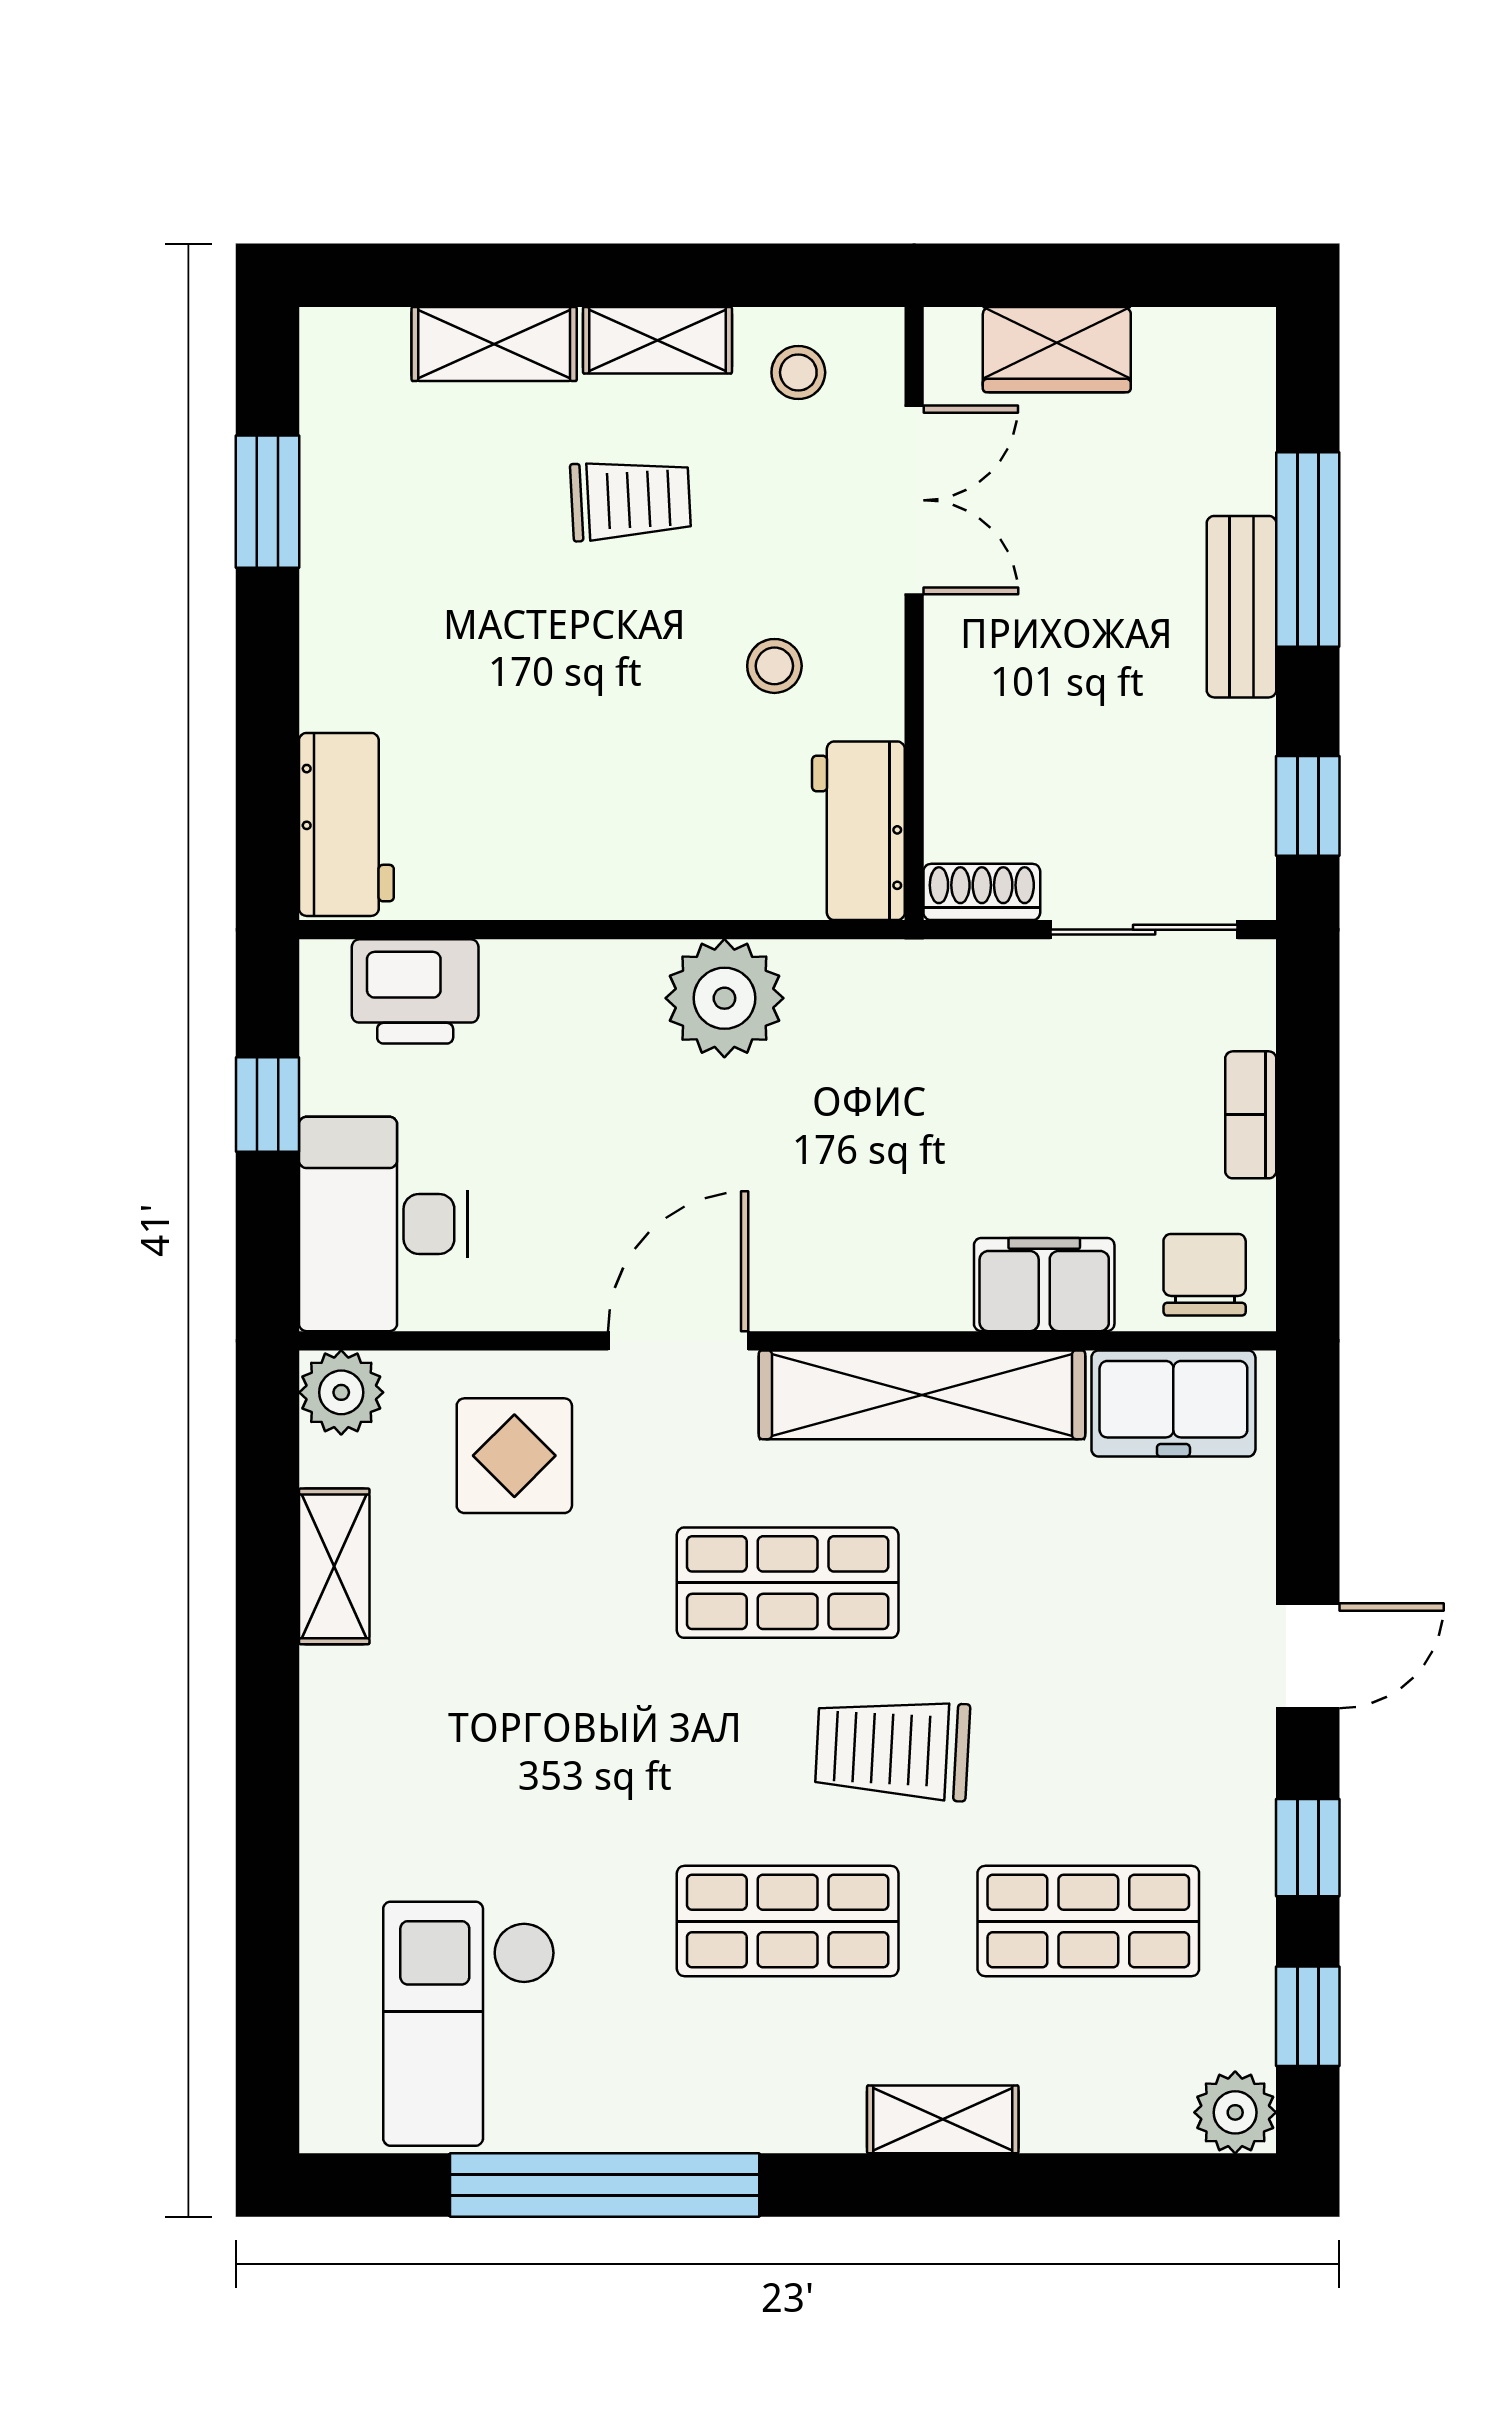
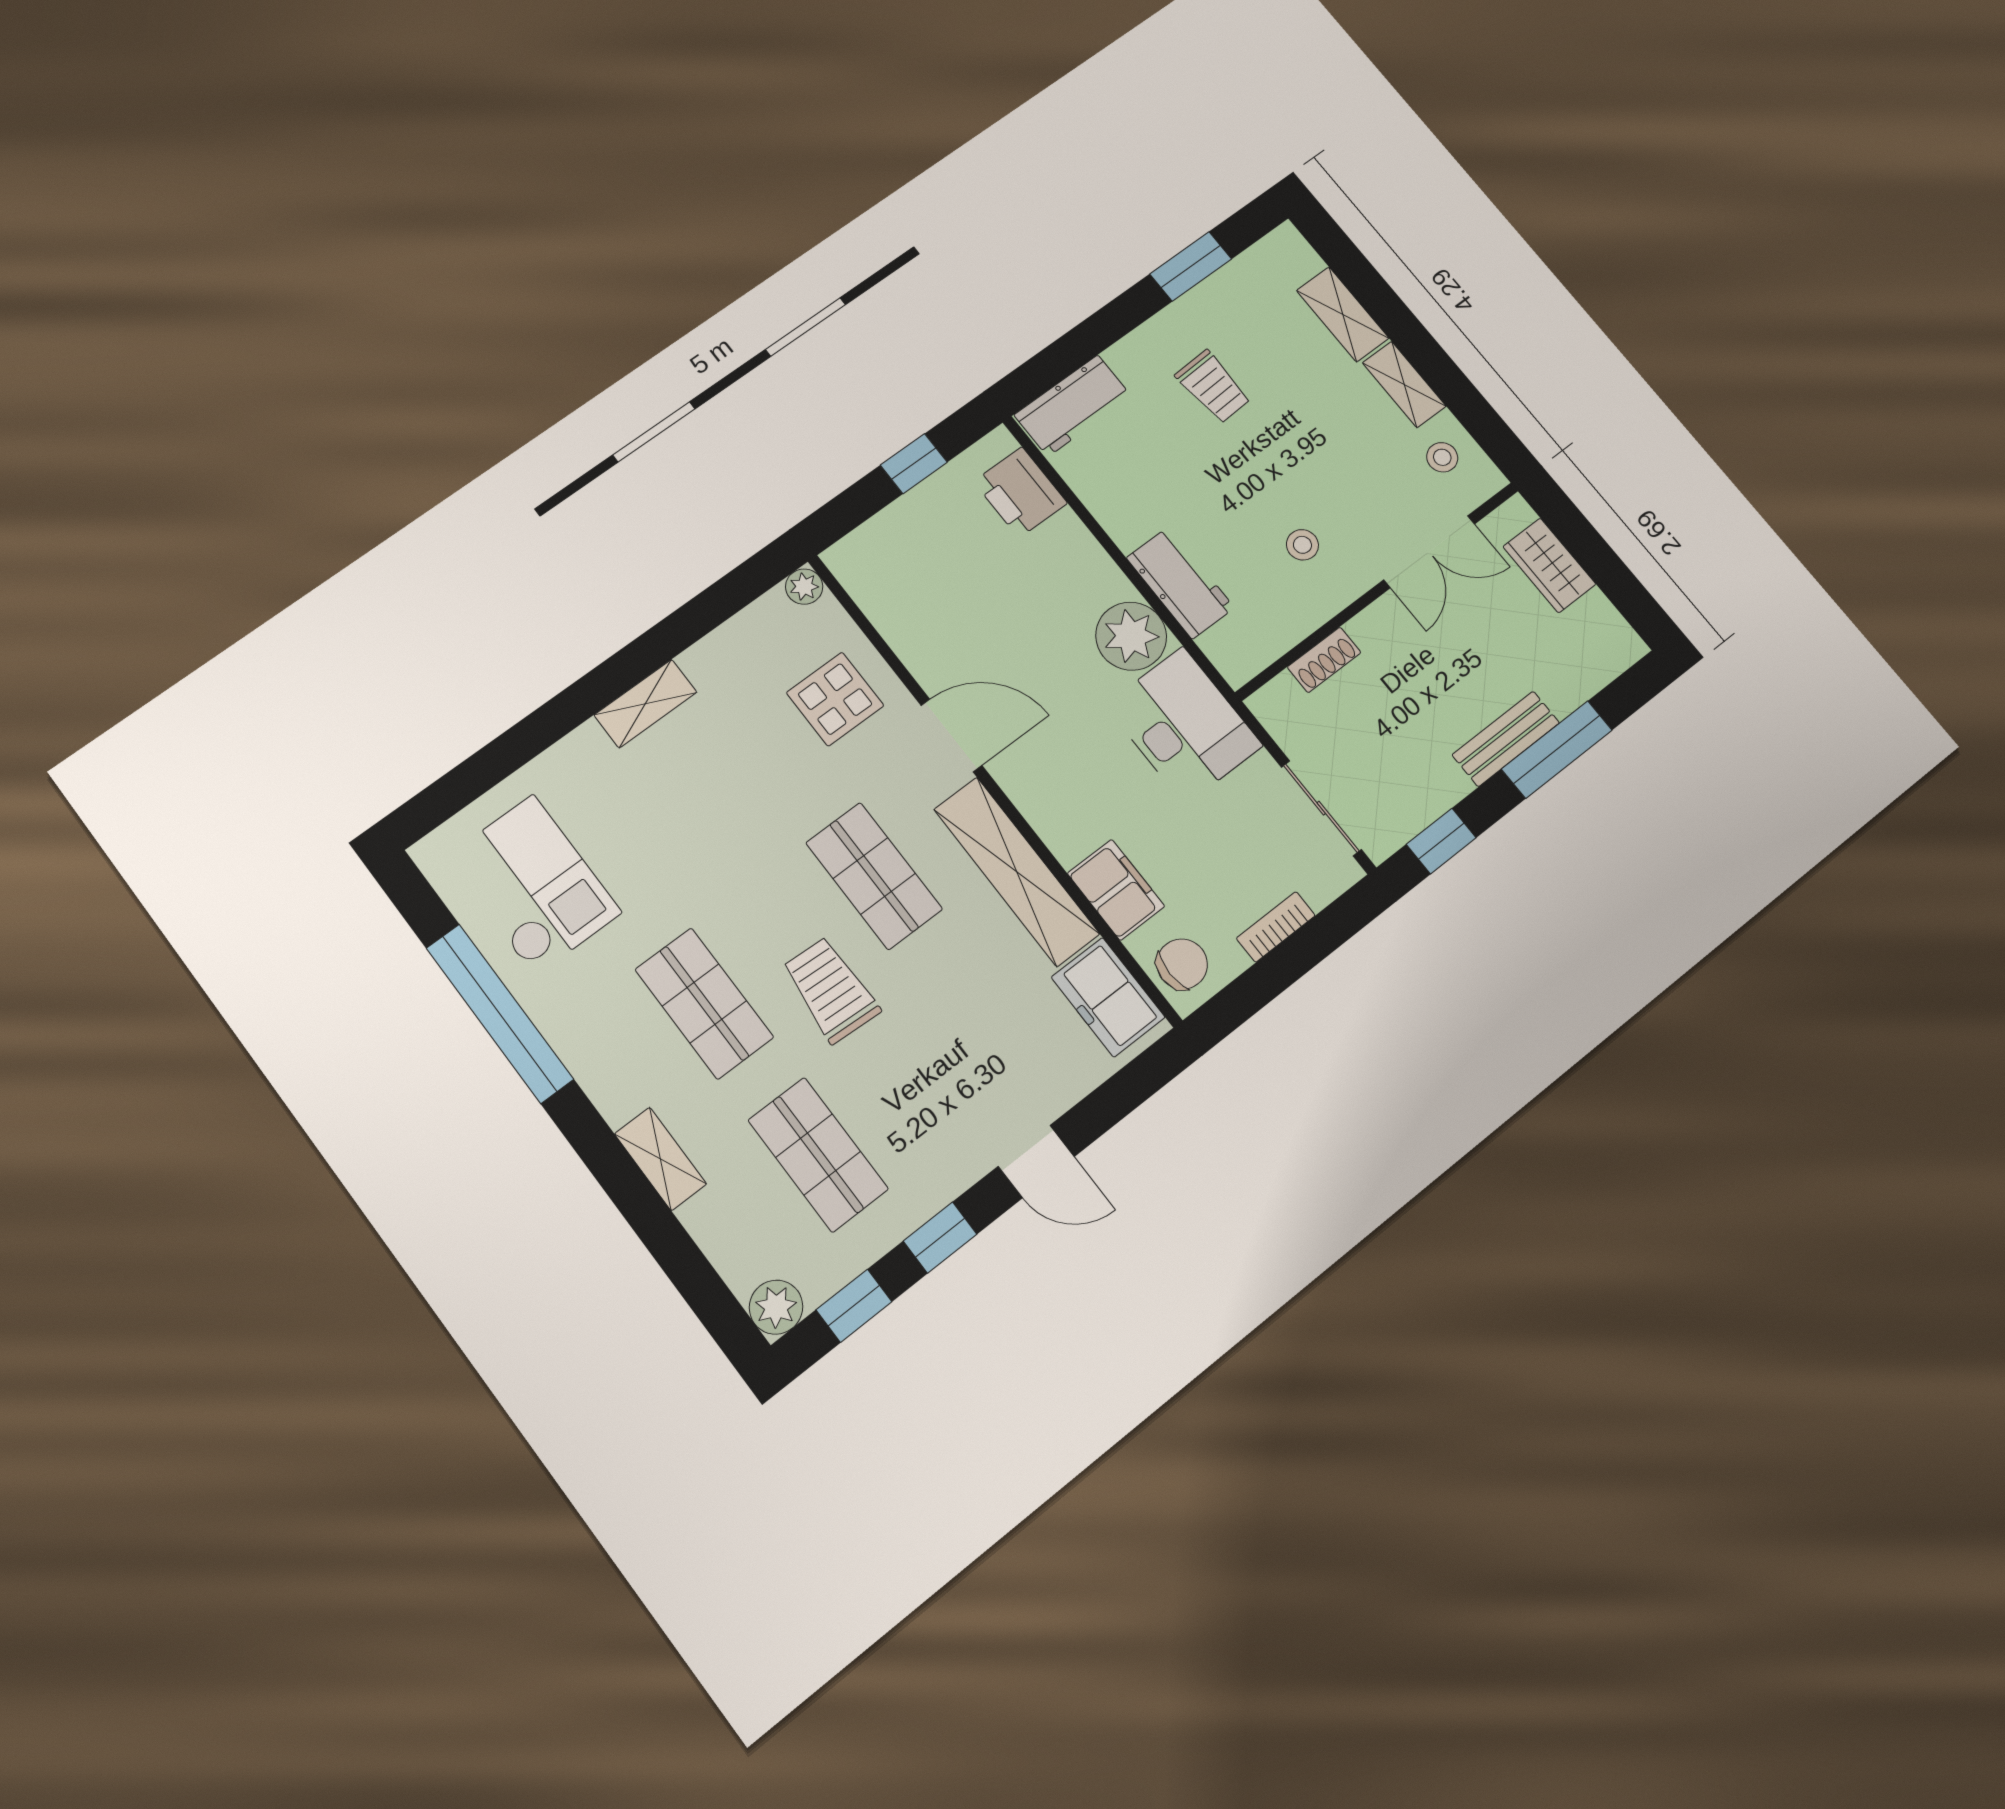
trolley: (631, 500) -> (1213, 387), moved
workbench: (858, 831) -> (1180, 583), moved, turned 90
shoe rack: (982, 892) -> (1324, 660), moved, turned 90
desk: (383, 1224) -> (1184, 725), moved, turned 90
plant: (341, 1392) -> (804, 587), width x0.73, depth x0.73
shelving: (334, 1566) -> (645, 704), moved
checkout: (469, 2024) -> (534, 885), turned 90

